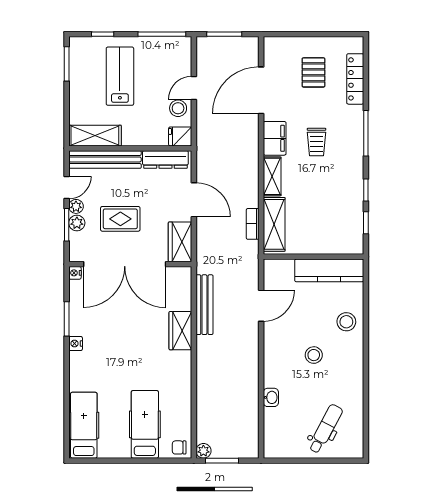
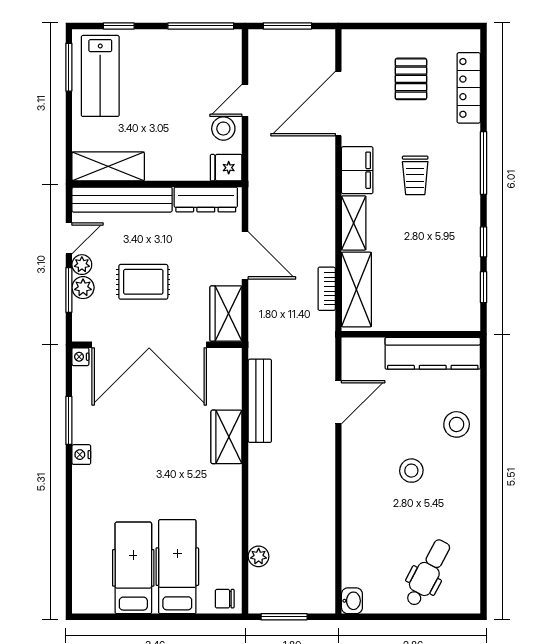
lab bench: (120, 76) -> (100, 76), moved, turned 180
washbasin: (271, 397) -> (352, 601), moved
hospital bed: (84, 425) -> (133, 568), moved
plant: (203, 451) -> (259, 556), moved

